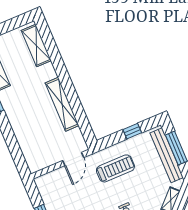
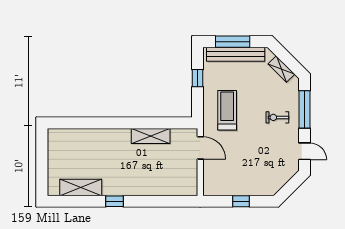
shelving: (36, 45) -> (73, 137), removed
shelving: (62, 104) -> (151, 136), width x0.68

